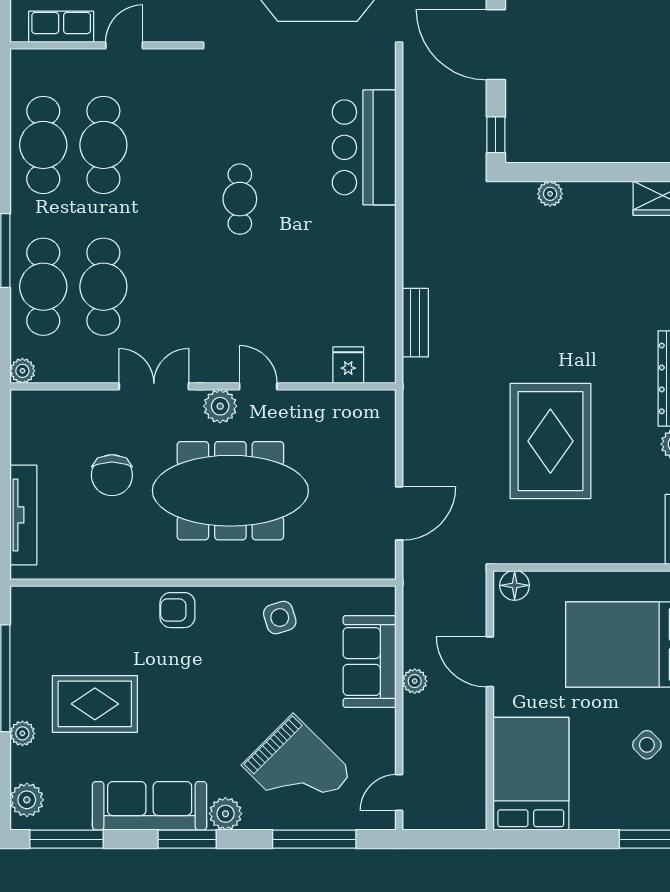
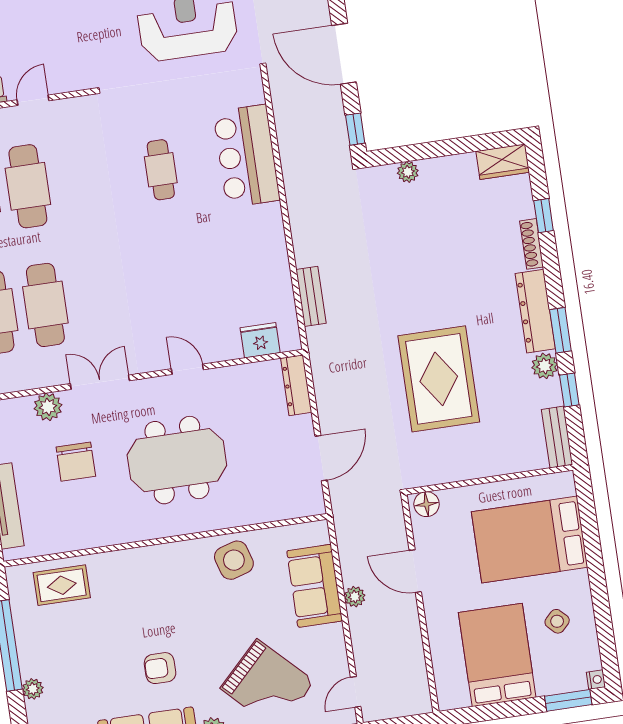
cafe table: (240, 199) -> (161, 170), moved
fridge: (348, 365) -> (260, 340), width x1.38
plant: (220, 406) -> (48, 407), moved
dresser: (383, 424) -> (296, 385), added
meeting table: (230, 491) -> (177, 460), width x0.73
armchair: (177, 610) -> (160, 668), moved
side table: (280, 618) -> (234, 560), width x1.37, depth x1.37
rug: (95, 704) -> (62, 585), moved, width x0.73, depth x0.70
bed: (531, 774) -> (497, 655), moved

